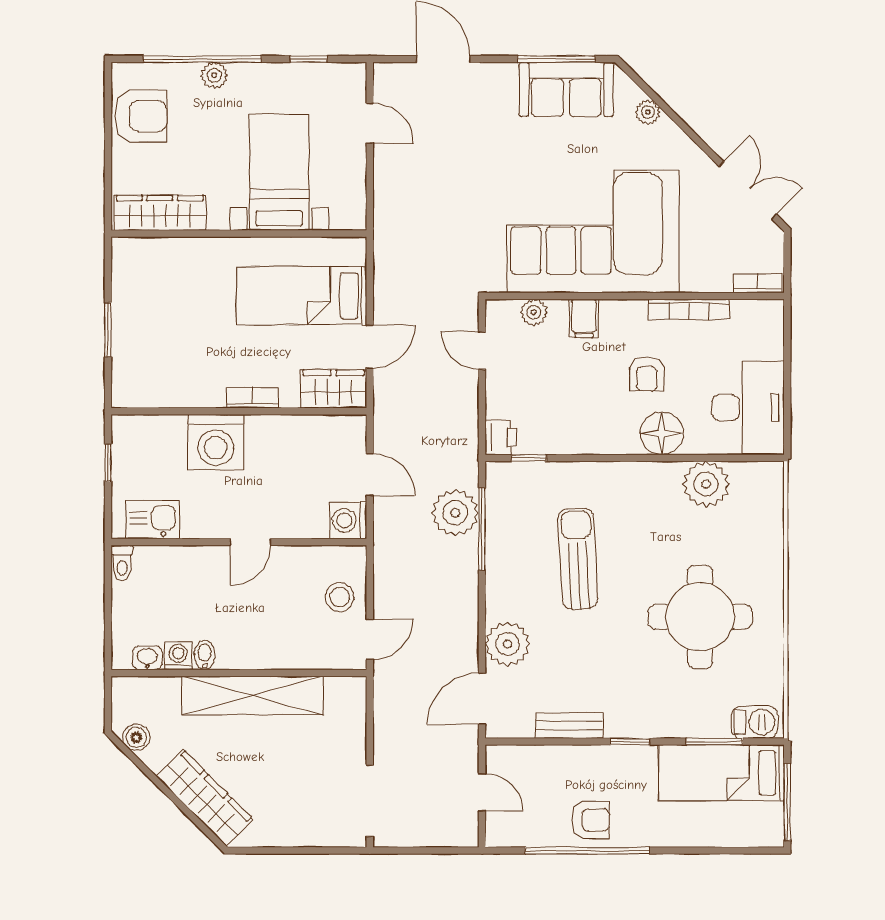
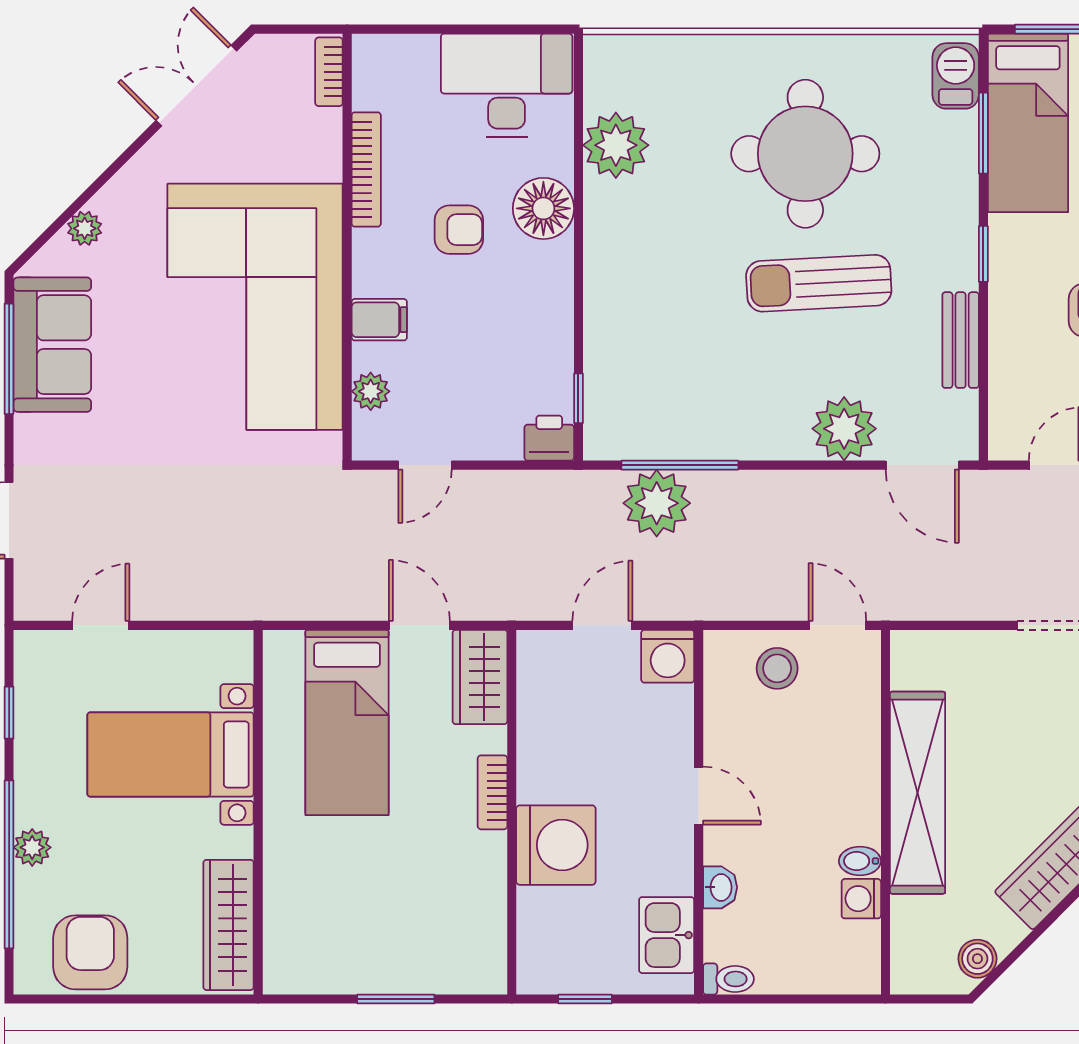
sun lounger: (578, 559) -> (819, 283), moved
washbasin: (147, 658) -> (720, 887), moved, turned 180

